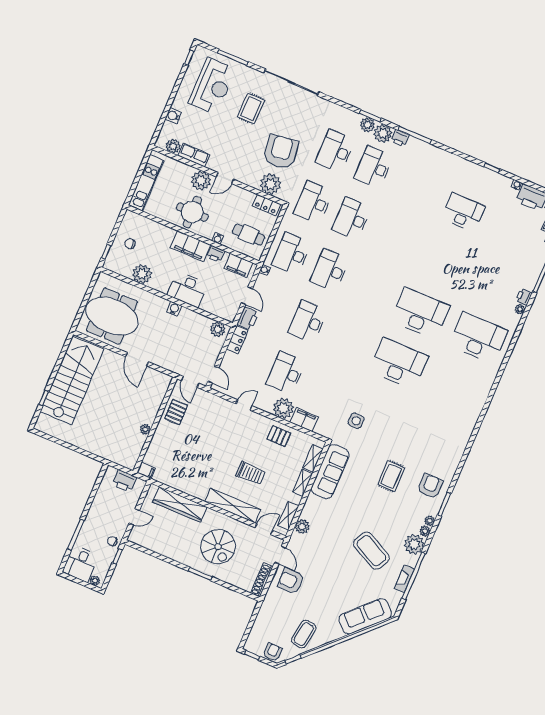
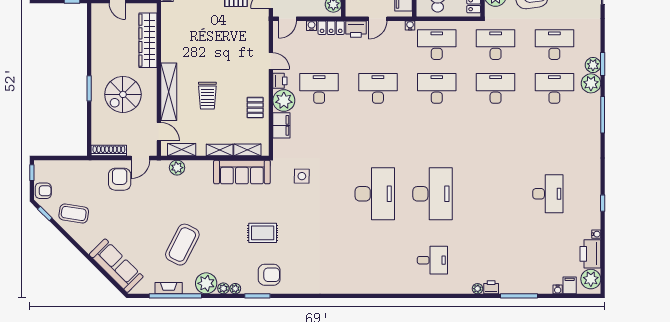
printer: (400, 138) -> (280, 81), moved, turned 180
desk: (478, 338) -> (432, 260), width x0.53, depth x0.77
water cooler: (228, 356) -> (312, 26), added

